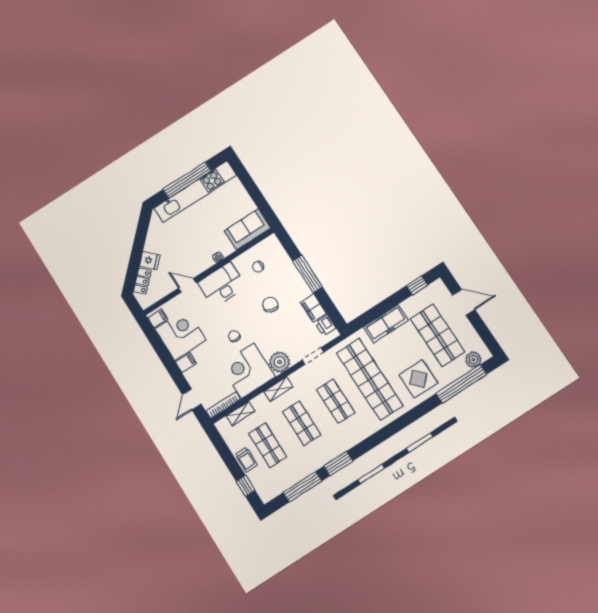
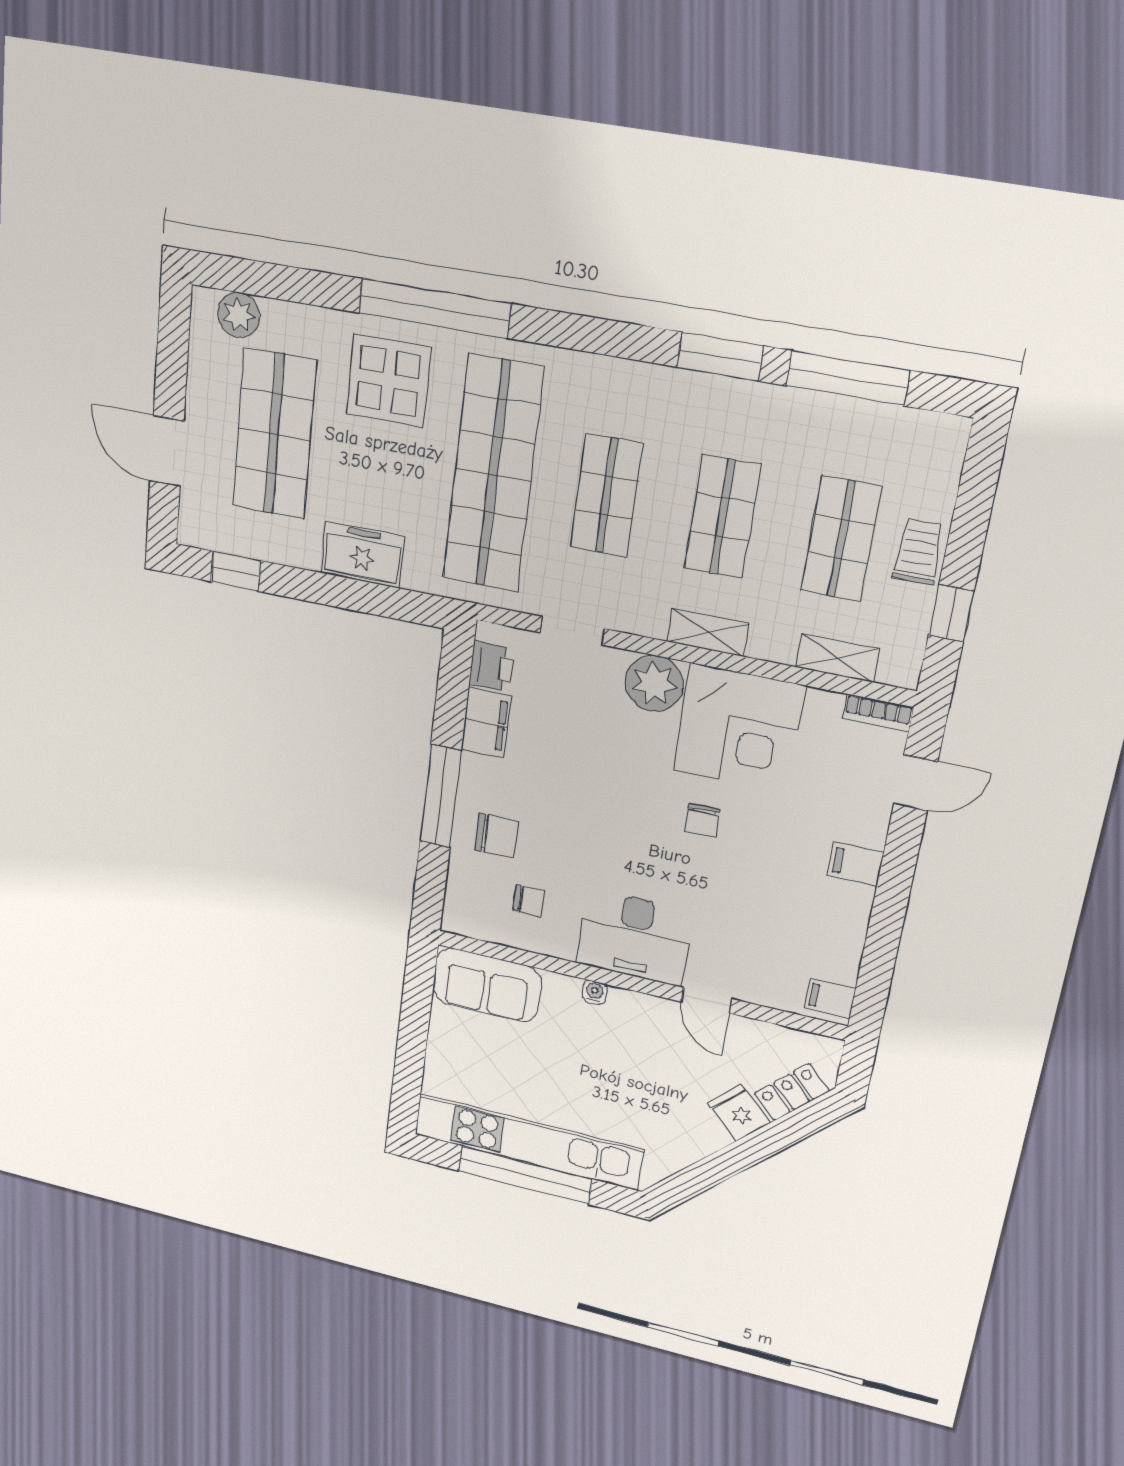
chair: (270, 305) -> (496, 836), moved, turned -110
freezer: (386, 324) -> (362, 555), width x0.71
corner desk: (180, 335) -> (813, 926), removed
window: (461, 384) -> (434, 308), moved
bookcase: (223, 405) -> (878, 713), width x0.64
window: (246, 486) -> (951, 613), moved

